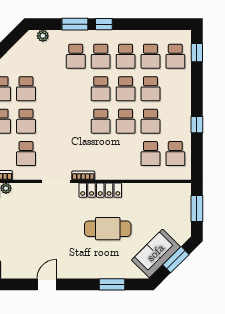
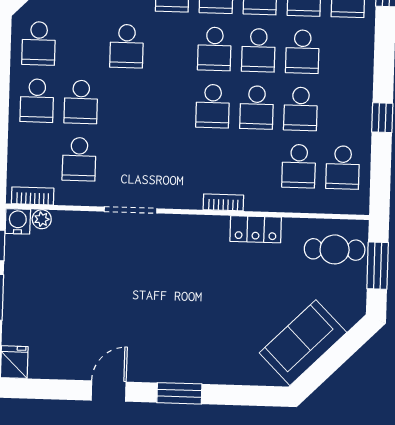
school desk: (26, 89) -> (127, 46), moved
bookcase: (83, 175) -> (223, 202), moved
locker: (100, 190) -> (256, 229), moved, width x0.66
cafe table: (108, 229) -> (335, 249), moved, width x0.73, depth x0.74
window: (176, 260) -> (338, 355), removed
window: (112, 284) -> (179, 393), moved

